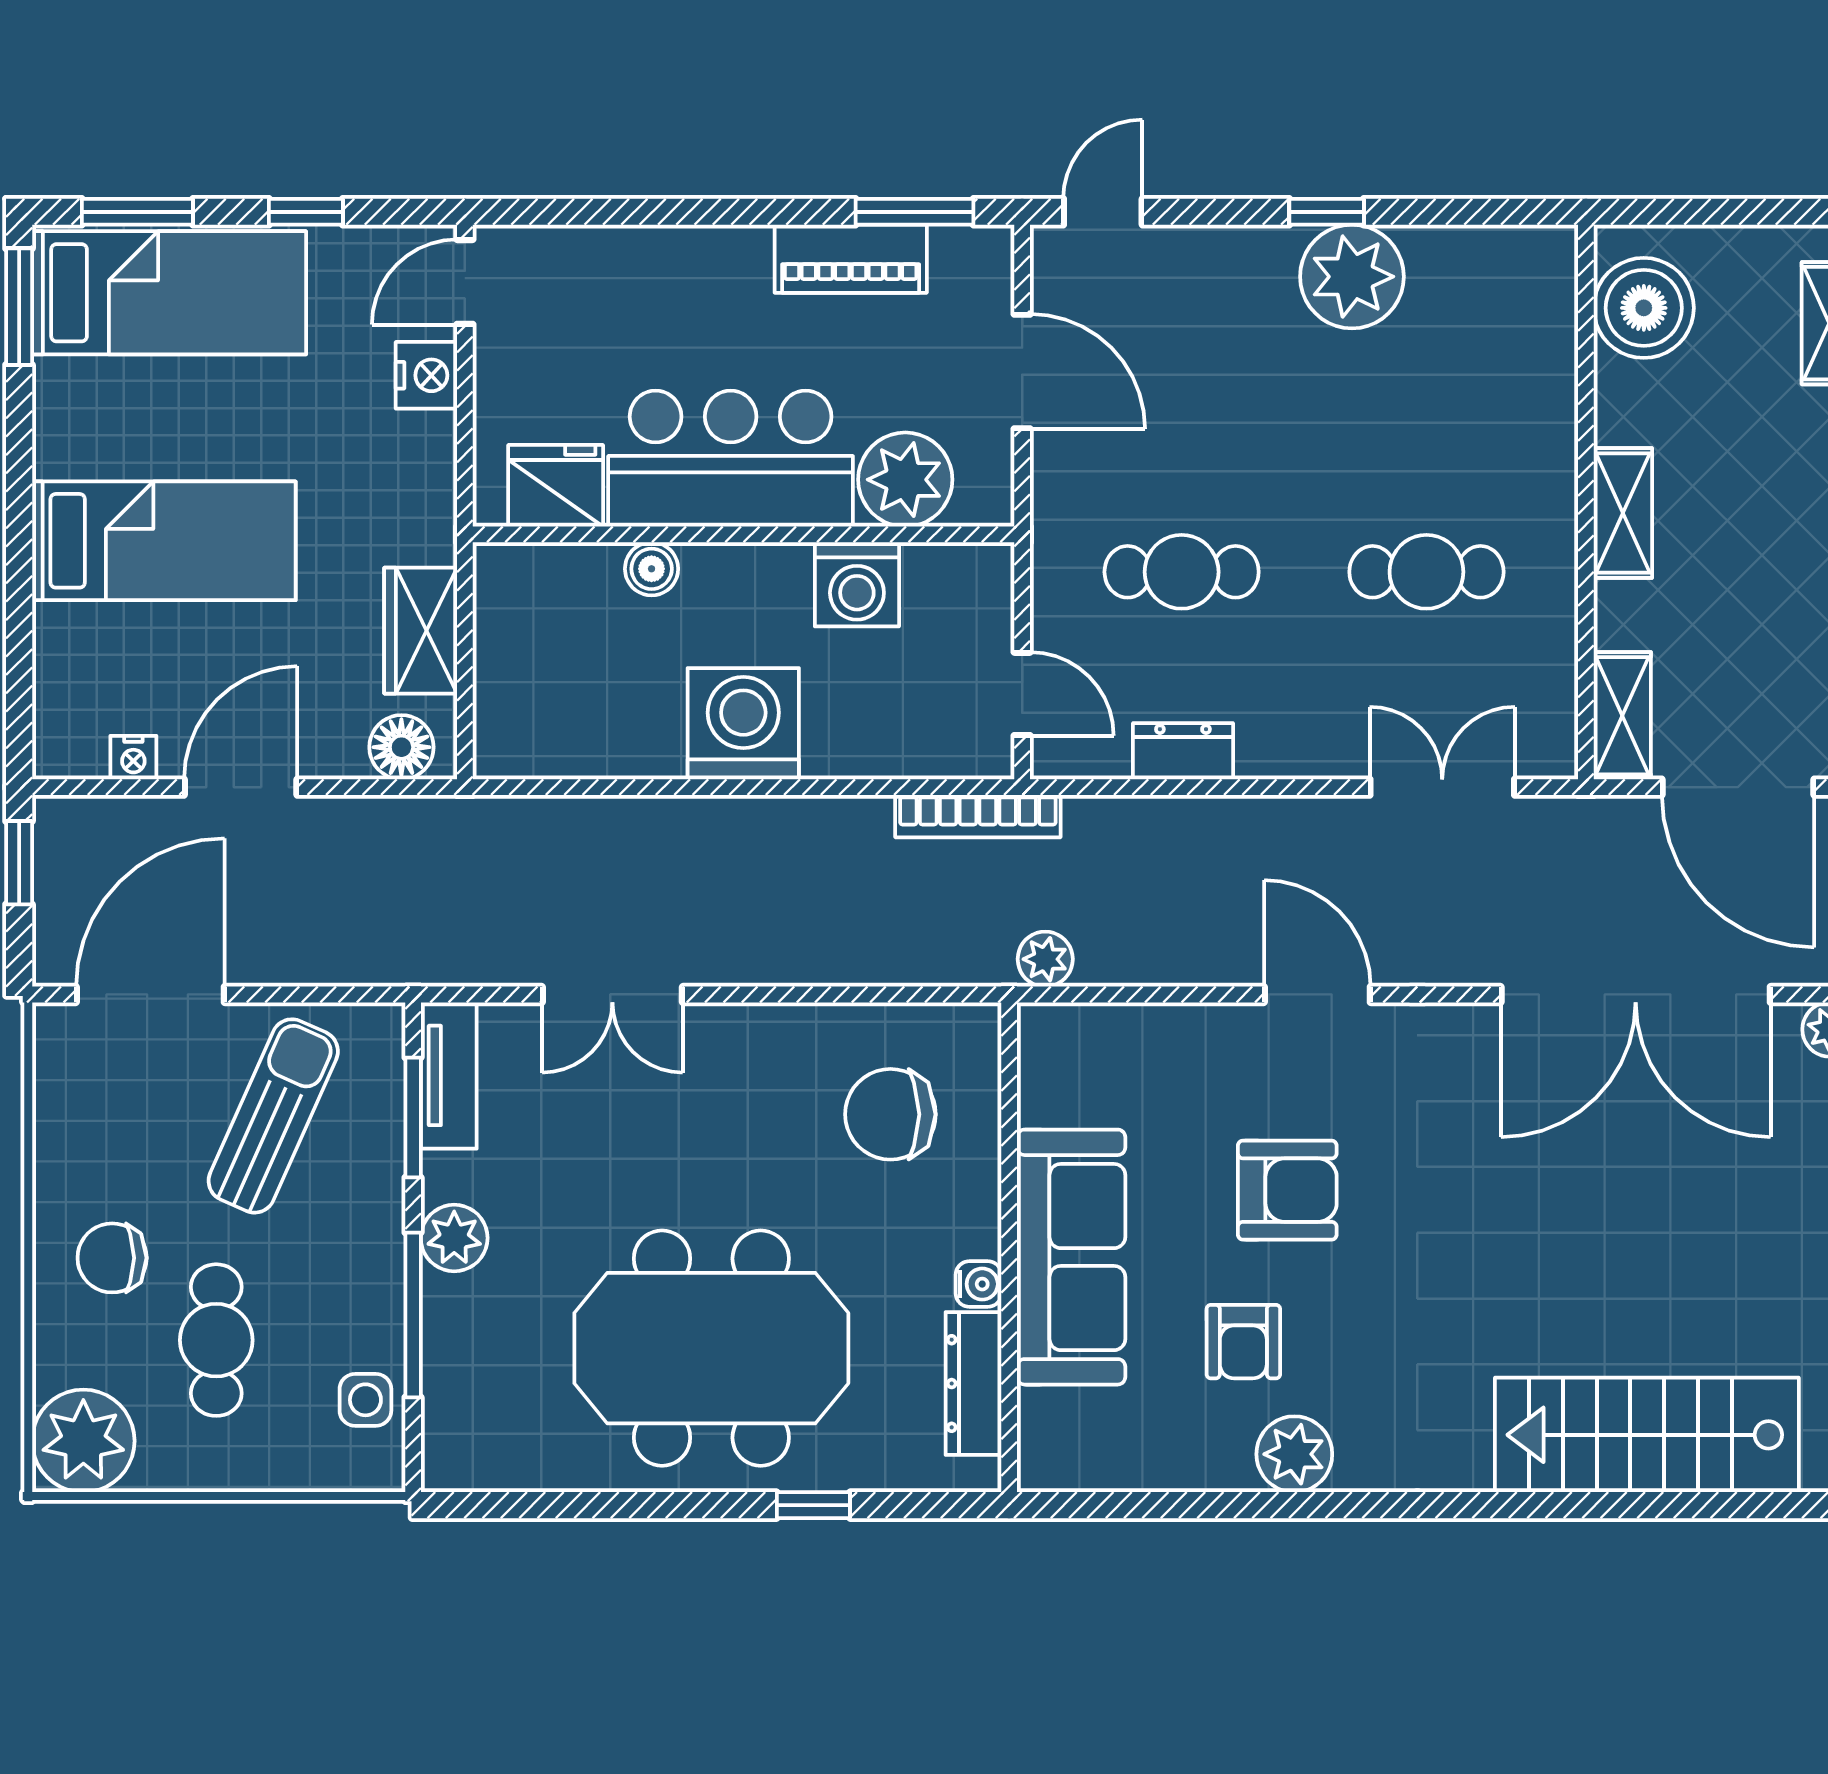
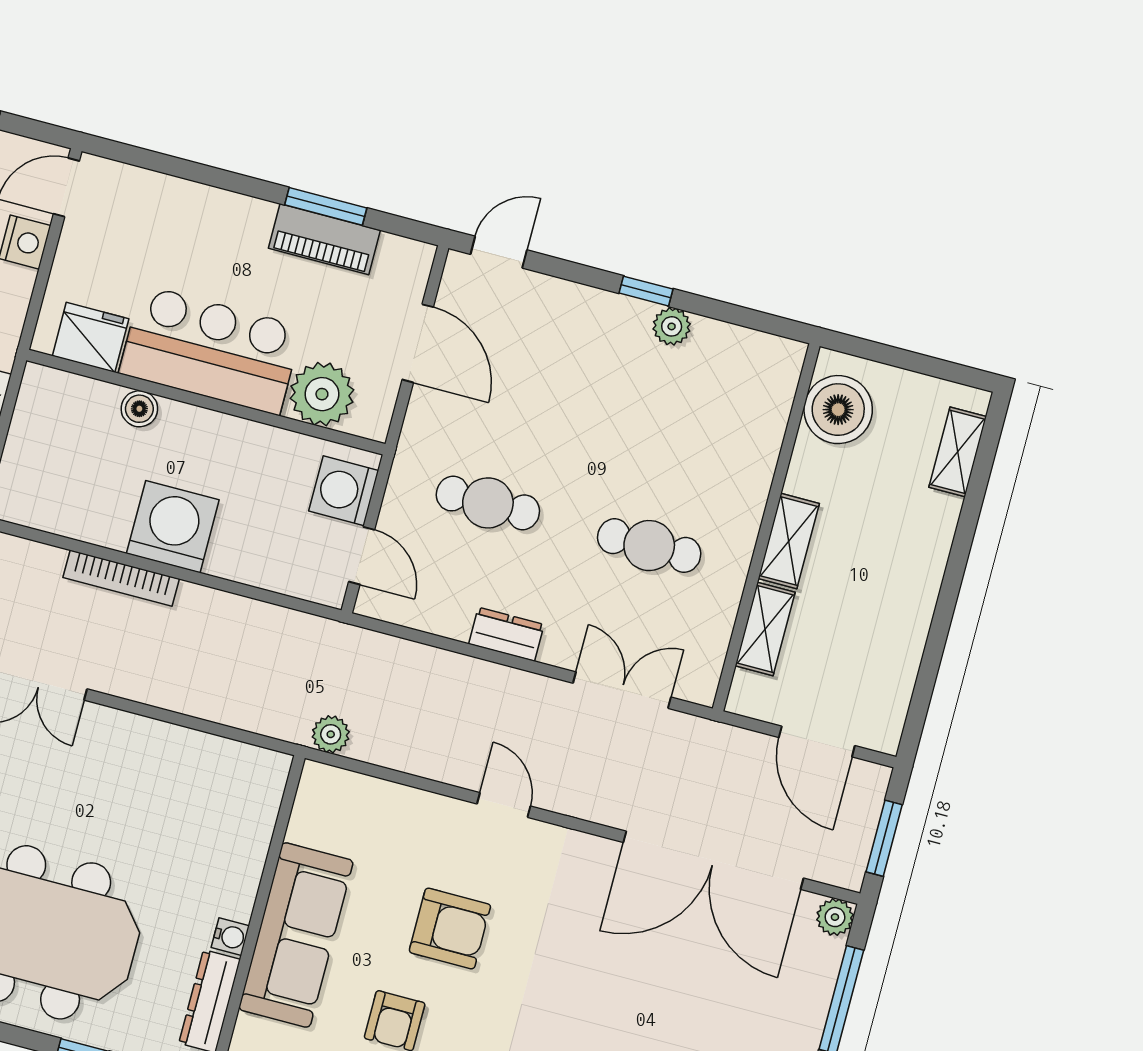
window: (914, 212) -> (326, 206), moved
plant: (1352, 277) -> (672, 326), width x0.53, depth x0.53
washing machine: (857, 584) -> (344, 491), moved, turned 90
shelving: (1622, 716) -> (765, 629), moved
dresser: (1183, 751) -> (506, 634), moved
door: (1738, 787) -> (817, 742), width x0.73
bookcase: (978, 816) -> (121, 578), moved
door: (1317, 994) -> (504, 805), width x0.73
chair: (890, 1114) -> (202, 810), removed

